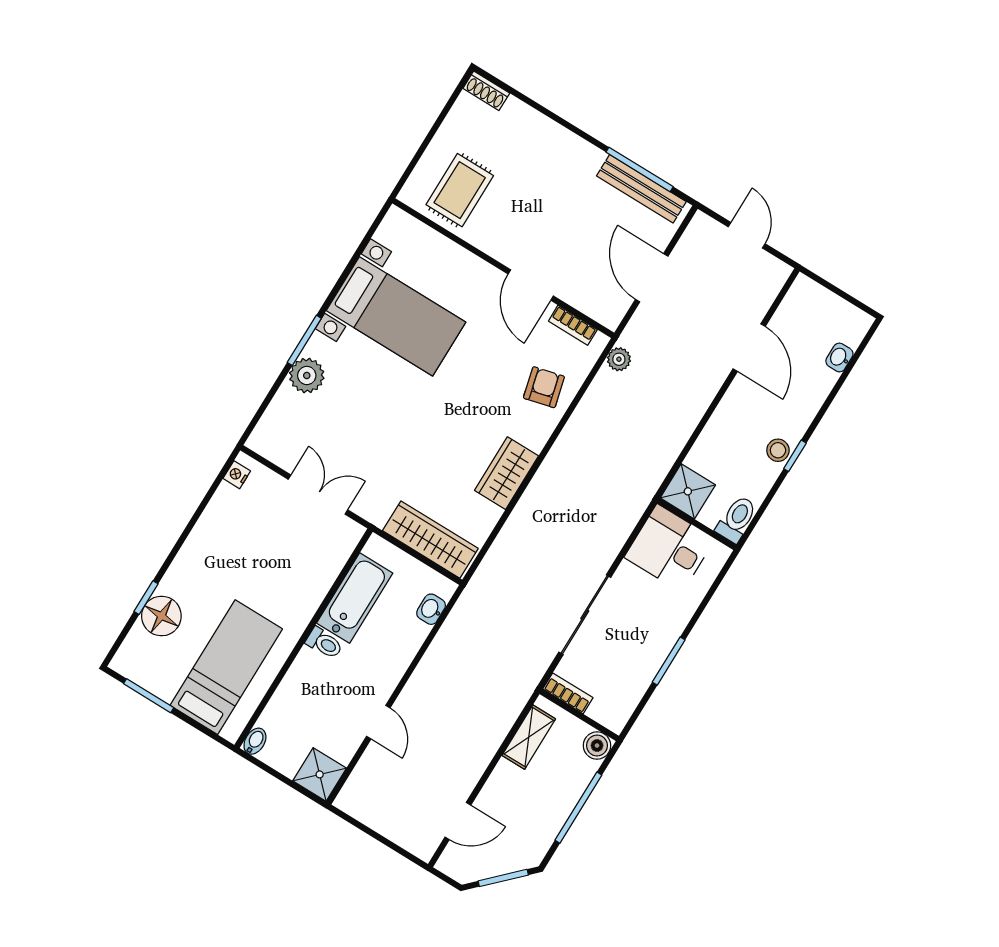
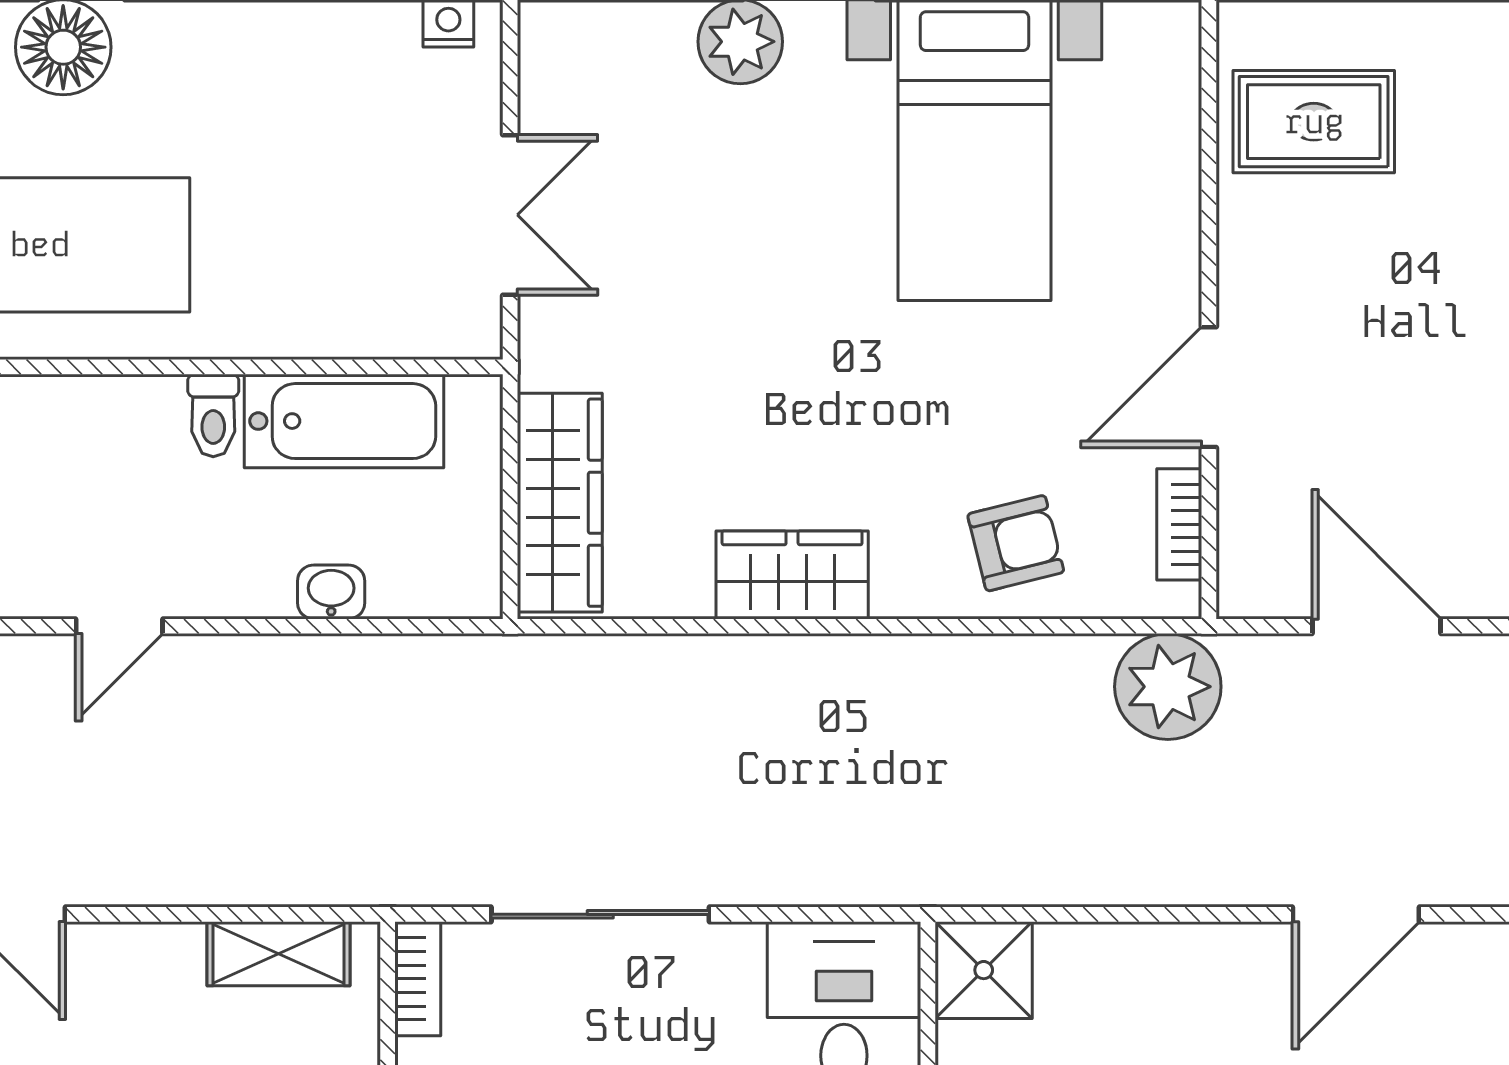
door: (652, 278) -> (1376, 626), hinge flipped
plant: (619, 359) -> (1168, 687), width x1.88, depth x1.88
washbasin: (431, 609) -> (331, 592), moved

